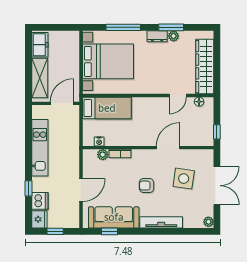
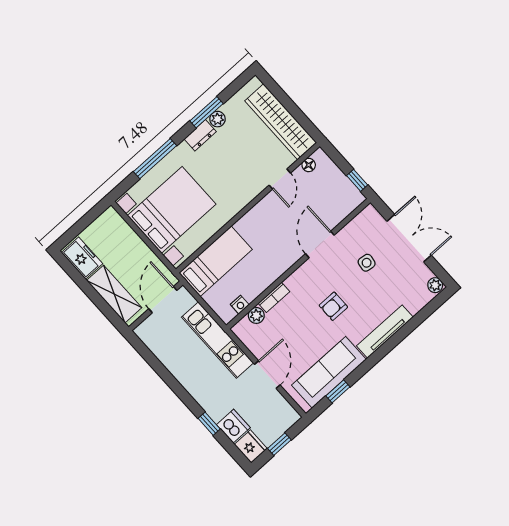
kitchen unit: (40, 148) -> (217, 340), moved, turned 180
side table: (184, 179) -> (367, 263), width x0.54, depth x0.54

